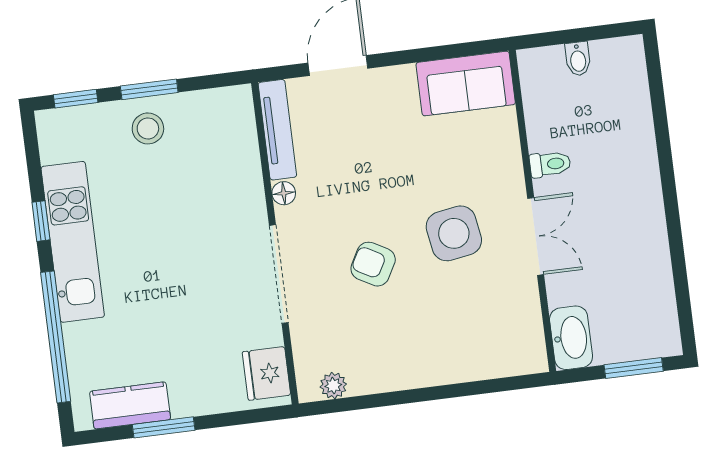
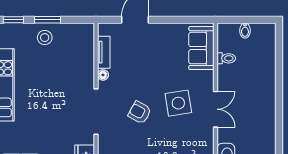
sofa: (466, 83) -> (201, 48), moved, turned 90
tv unit: (277, 130) -> (104, 52), width x0.71
toilet: (550, 164) -> (226, 58), moved

